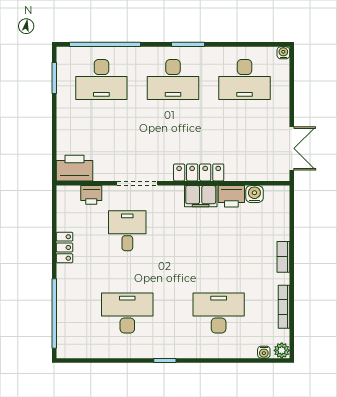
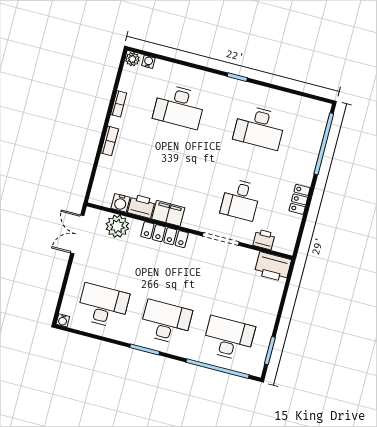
plant: (251, 168) -> (117, 226), added
bookcase: (284, 307) -> (119, 104), width x0.64

